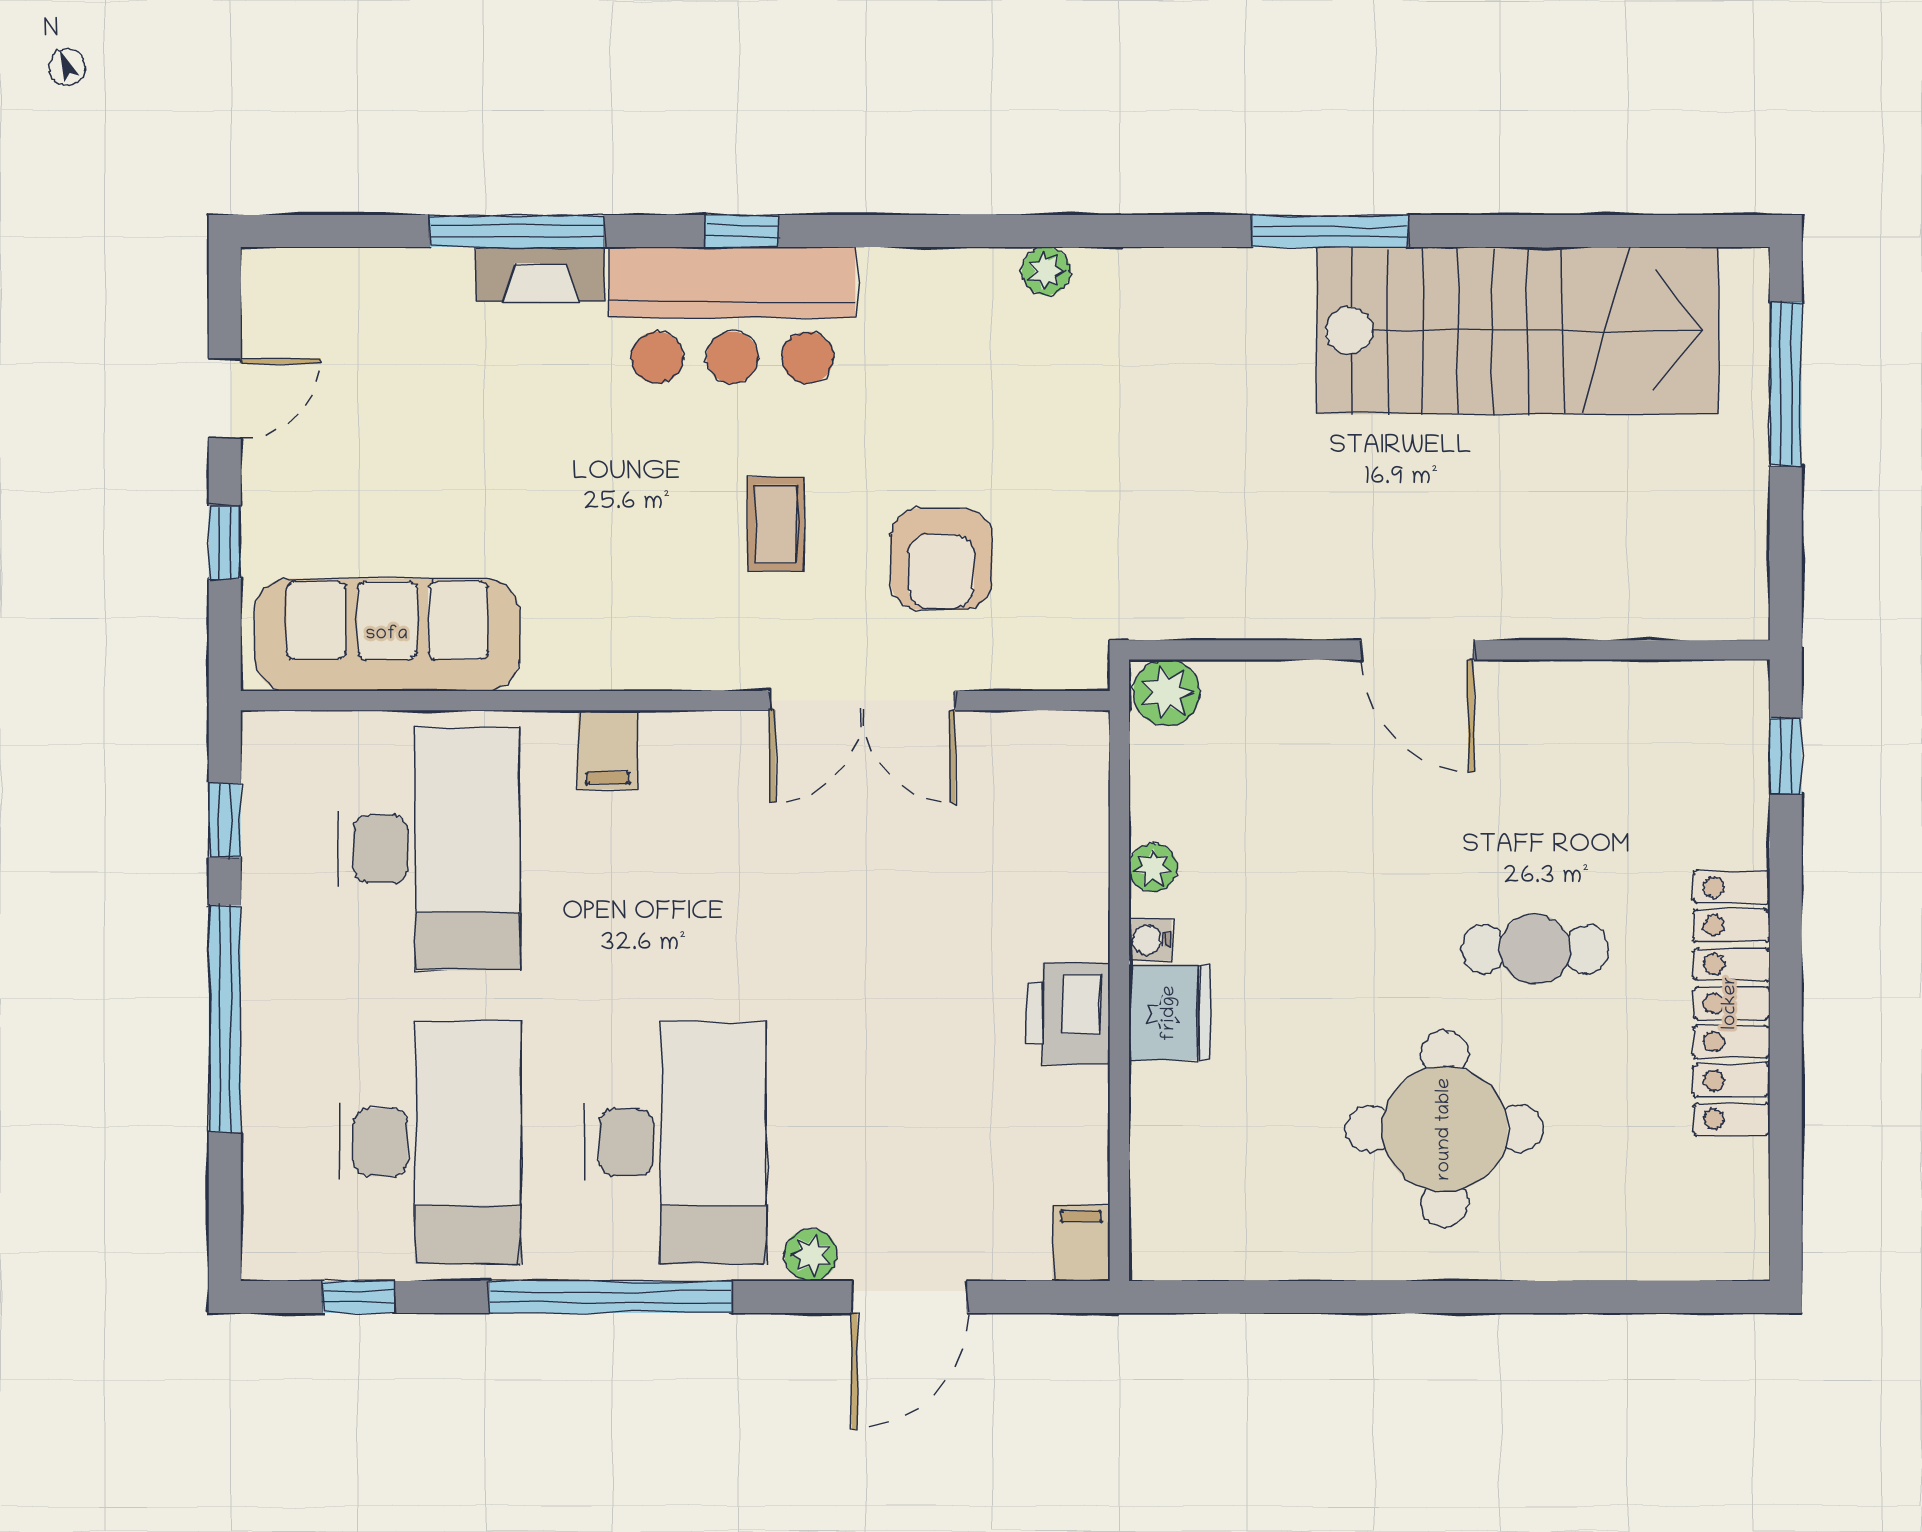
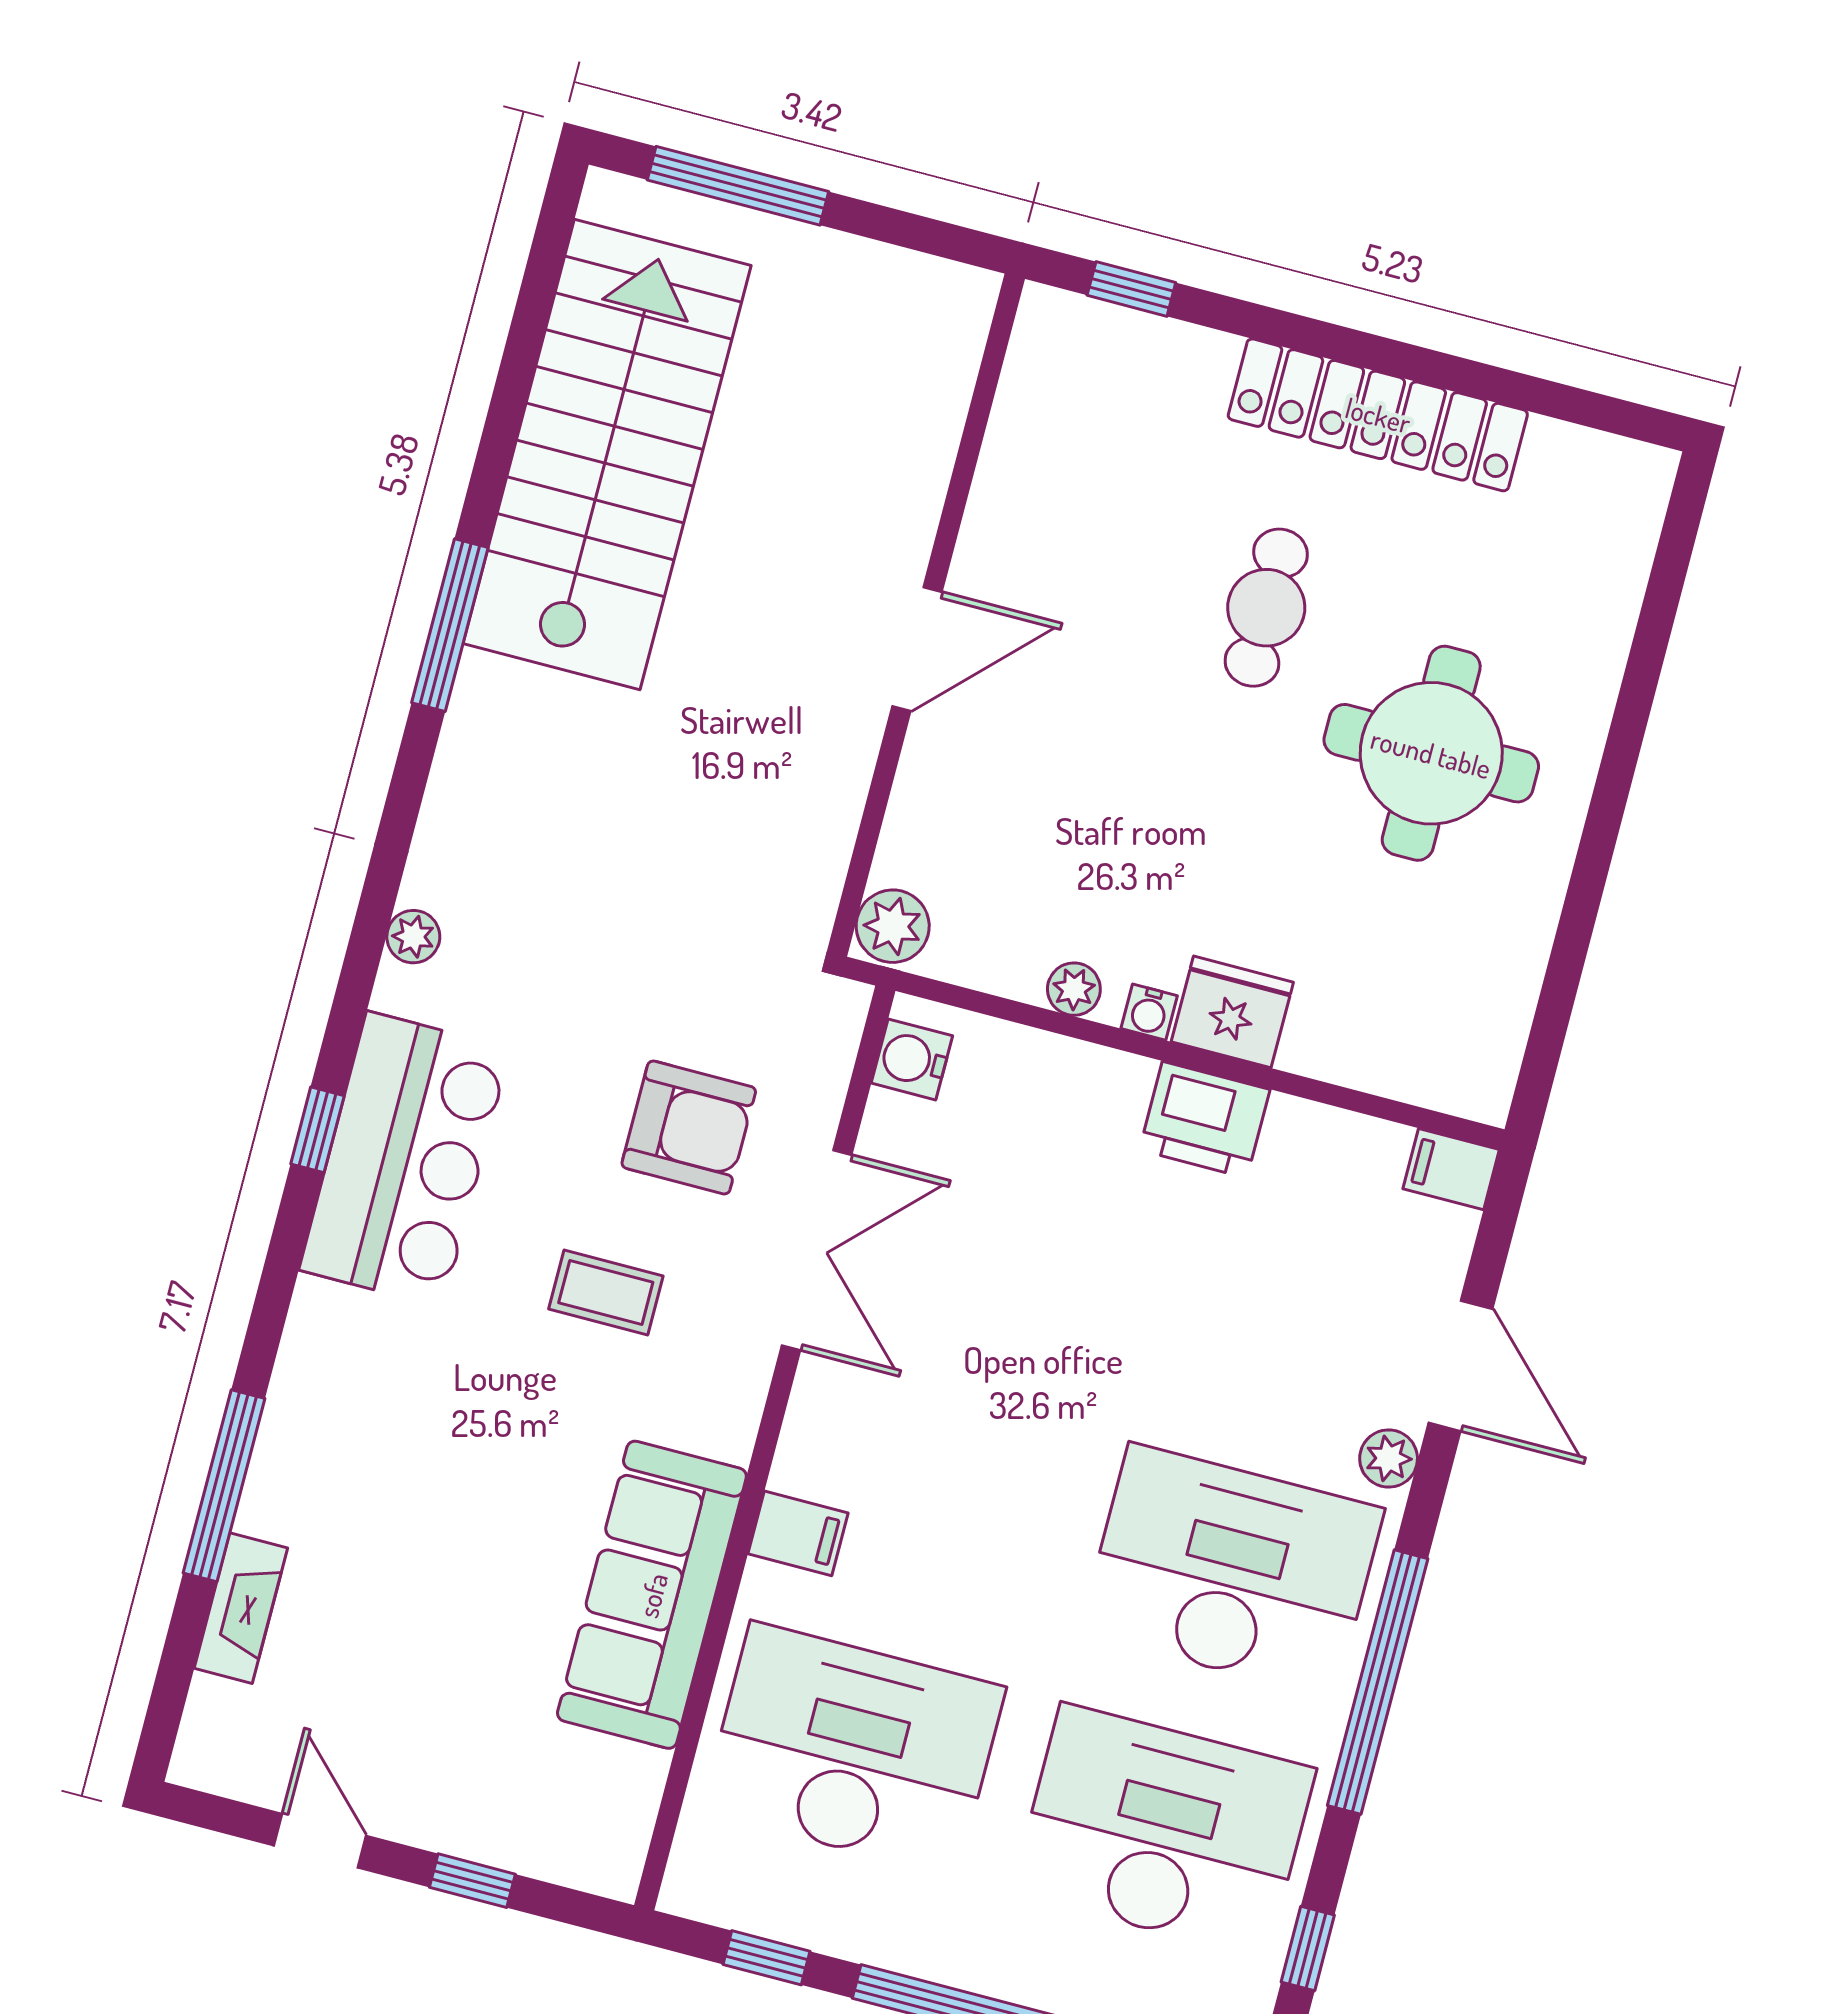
window: (742, 231) -> (317, 1130), moved
fireplace: (540, 274) -> (241, 1608), moved
bar counter: (732, 315) -> (405, 1159), moved
sofa: (387, 635) -> (652, 1595), moved
water cooler: (1053, 741) -> (912, 1059), added

